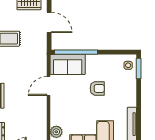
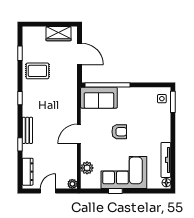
door: (49, 86) -> (79, 134), moved
armchair: (97, 88) -> (119, 132), moved

